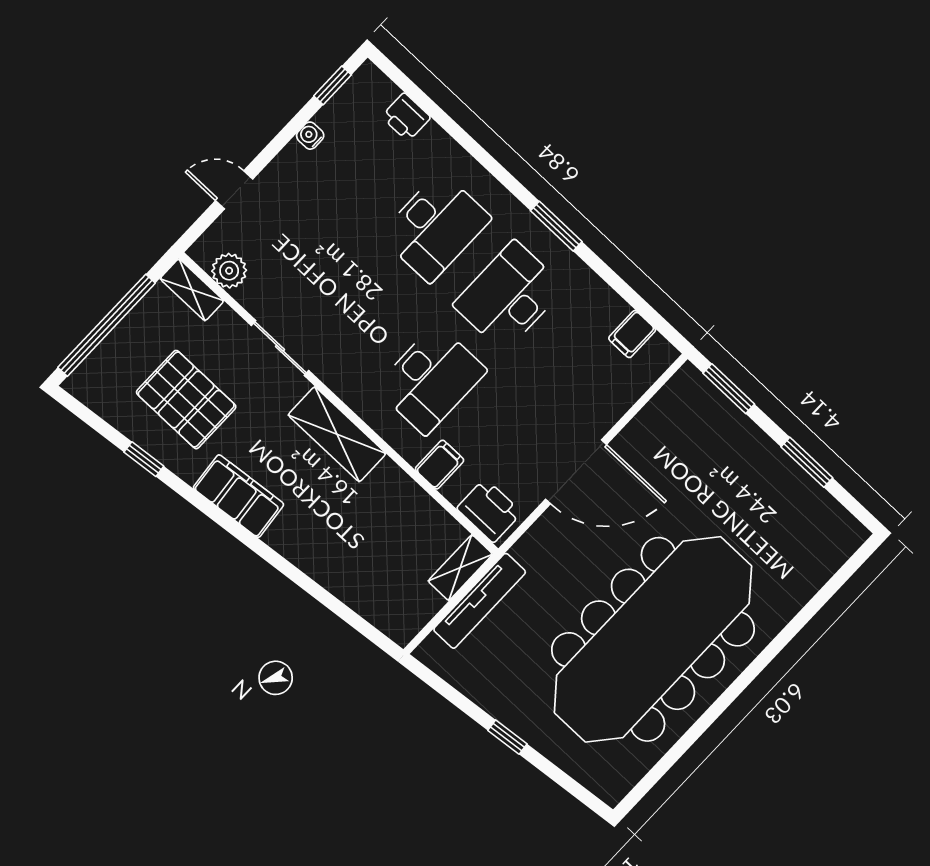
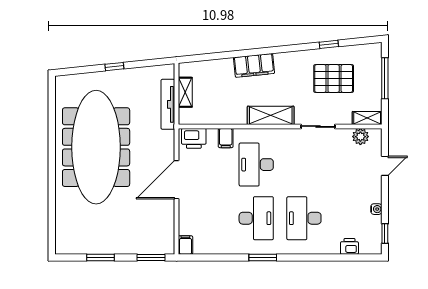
window: (107, 325) -> (385, 78), width x0.68
filing cabinet: (632, 334) -> (185, 245), moved
filing cabinet: (239, 496) -> (254, 65), moved
shelving: (460, 568) -> (185, 92), moved

